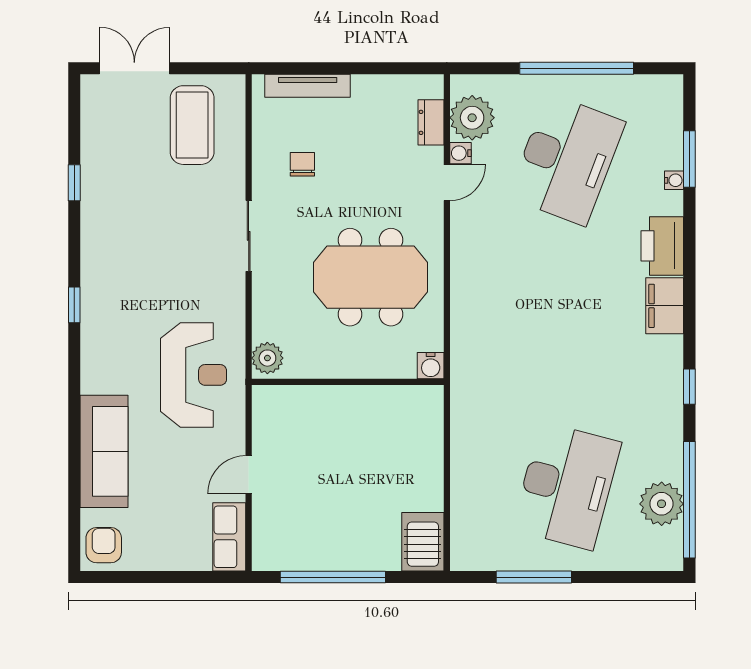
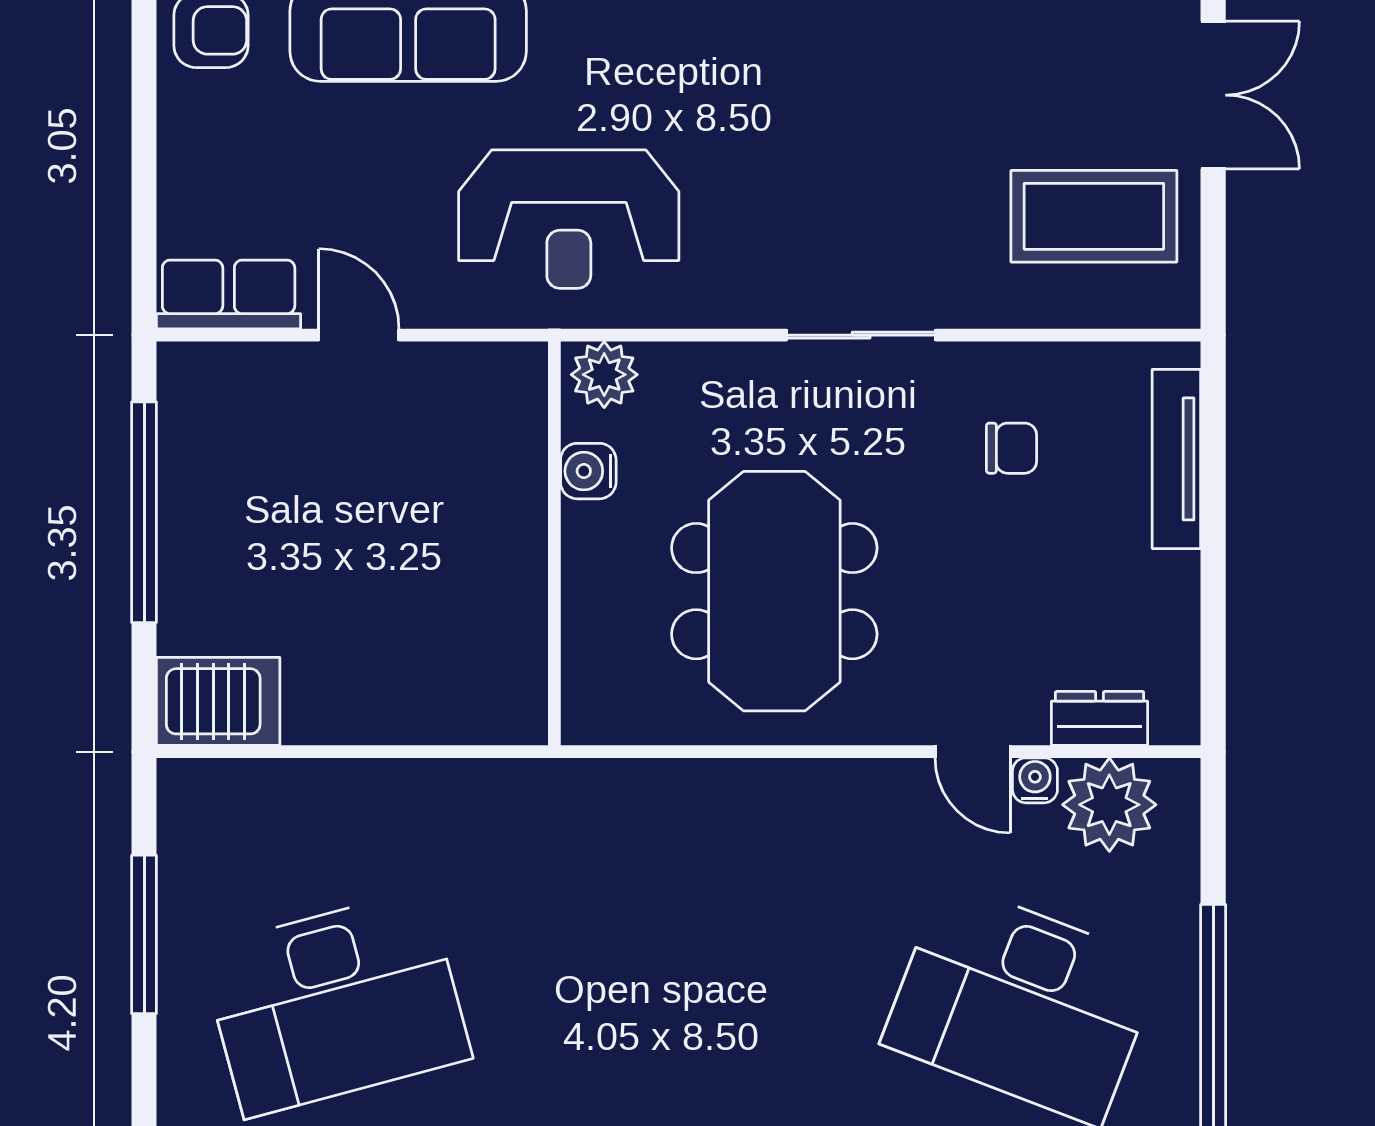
water cooler: (431, 366) -> (588, 471), moved
desk: (567, 486) -> (336, 1003), turned -30

